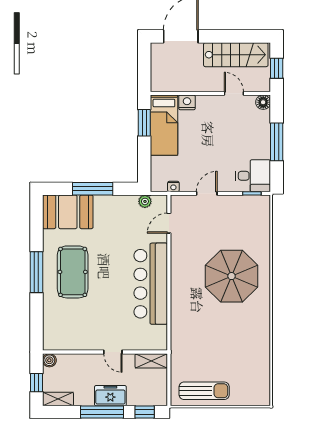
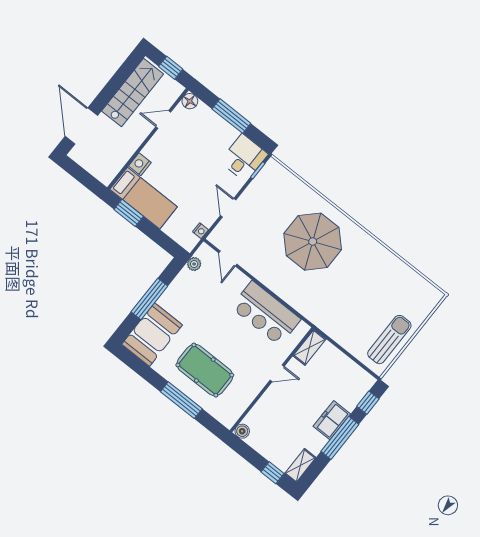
bar counter: (151, 284) -> (266, 313), width x0.73
wall: (105, 352) -> (272, 380), moved
door: (113, 352) -> (277, 373), moved
boiler: (49, 360) -> (242, 431), moved
shelving: (151, 361) -> (310, 347), moved

